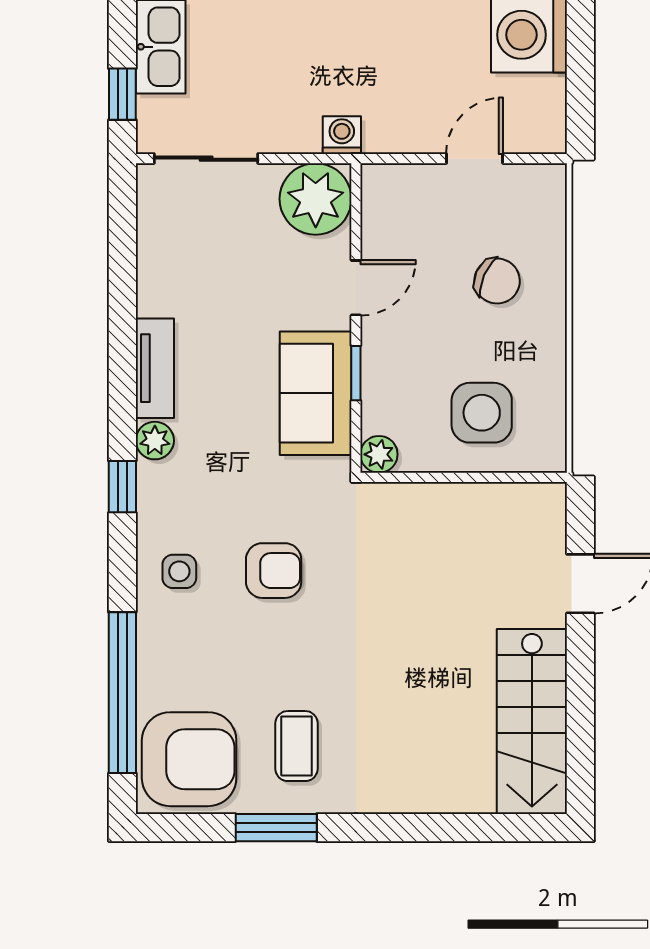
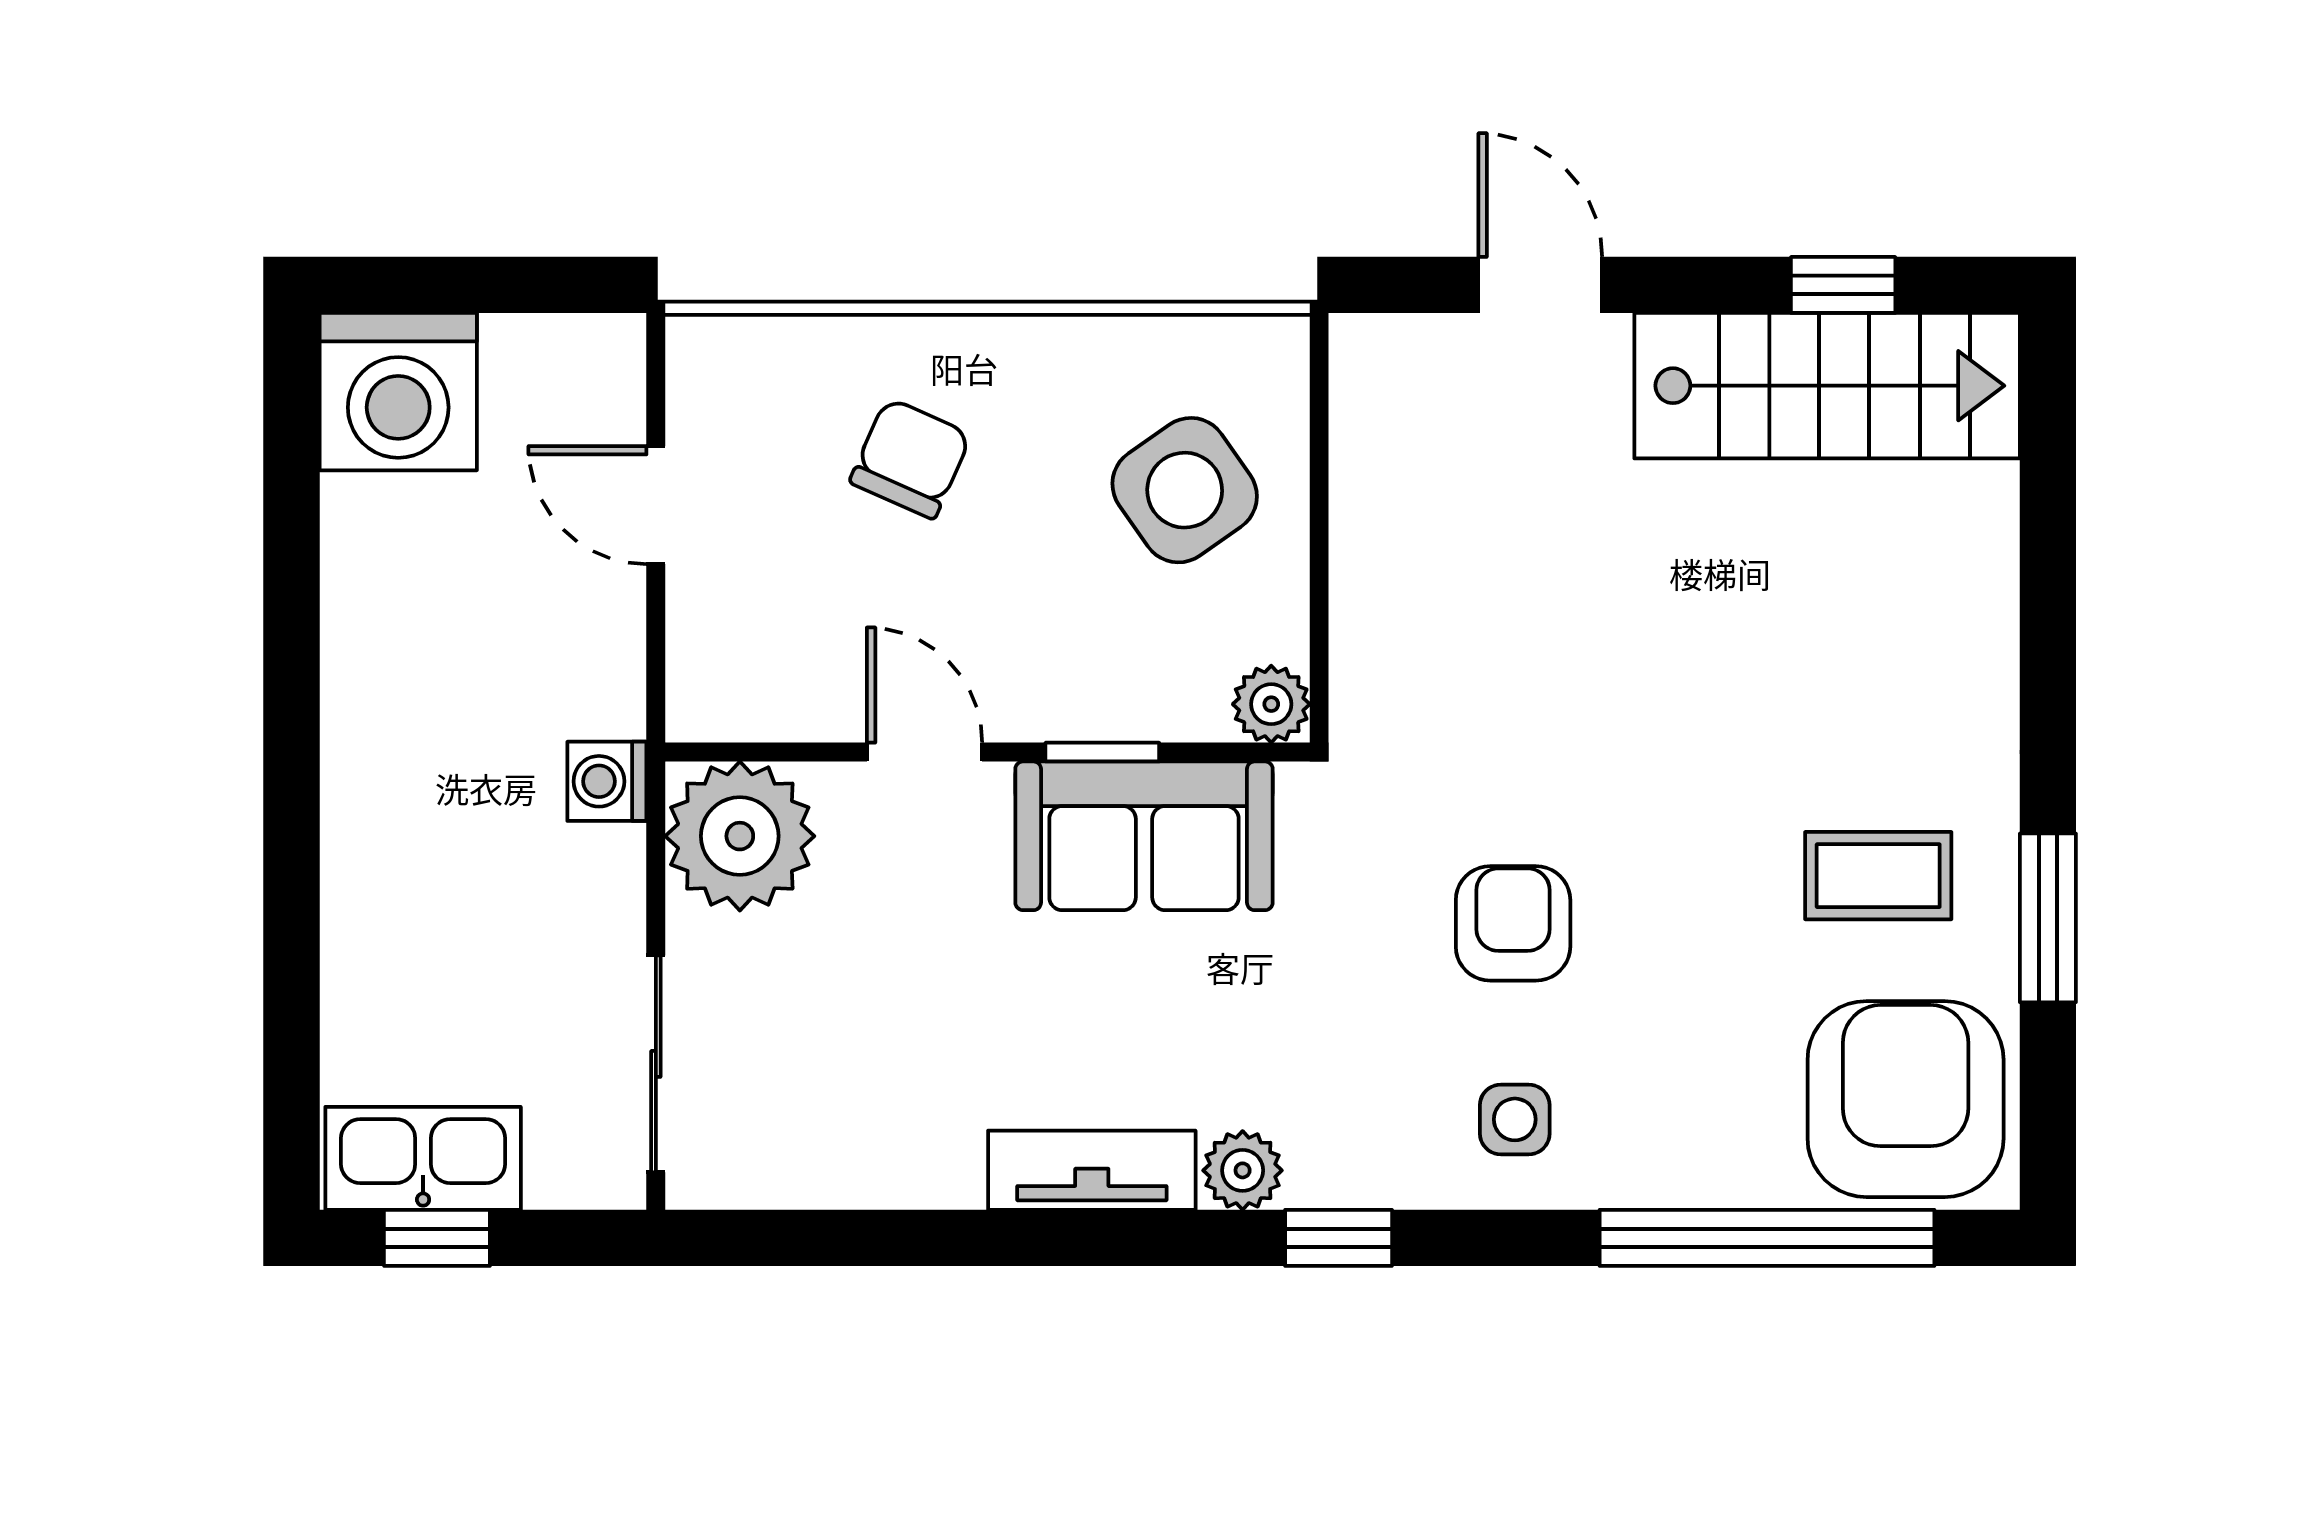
window: (122, 94) -> (437, 1238), moved
side table: (482, 413) -> (1185, 490), turned -35
window: (580, 729) -> (1843, 285), added

